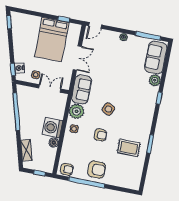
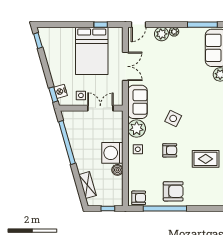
plant: (113, 37) -> (162, 34), added

